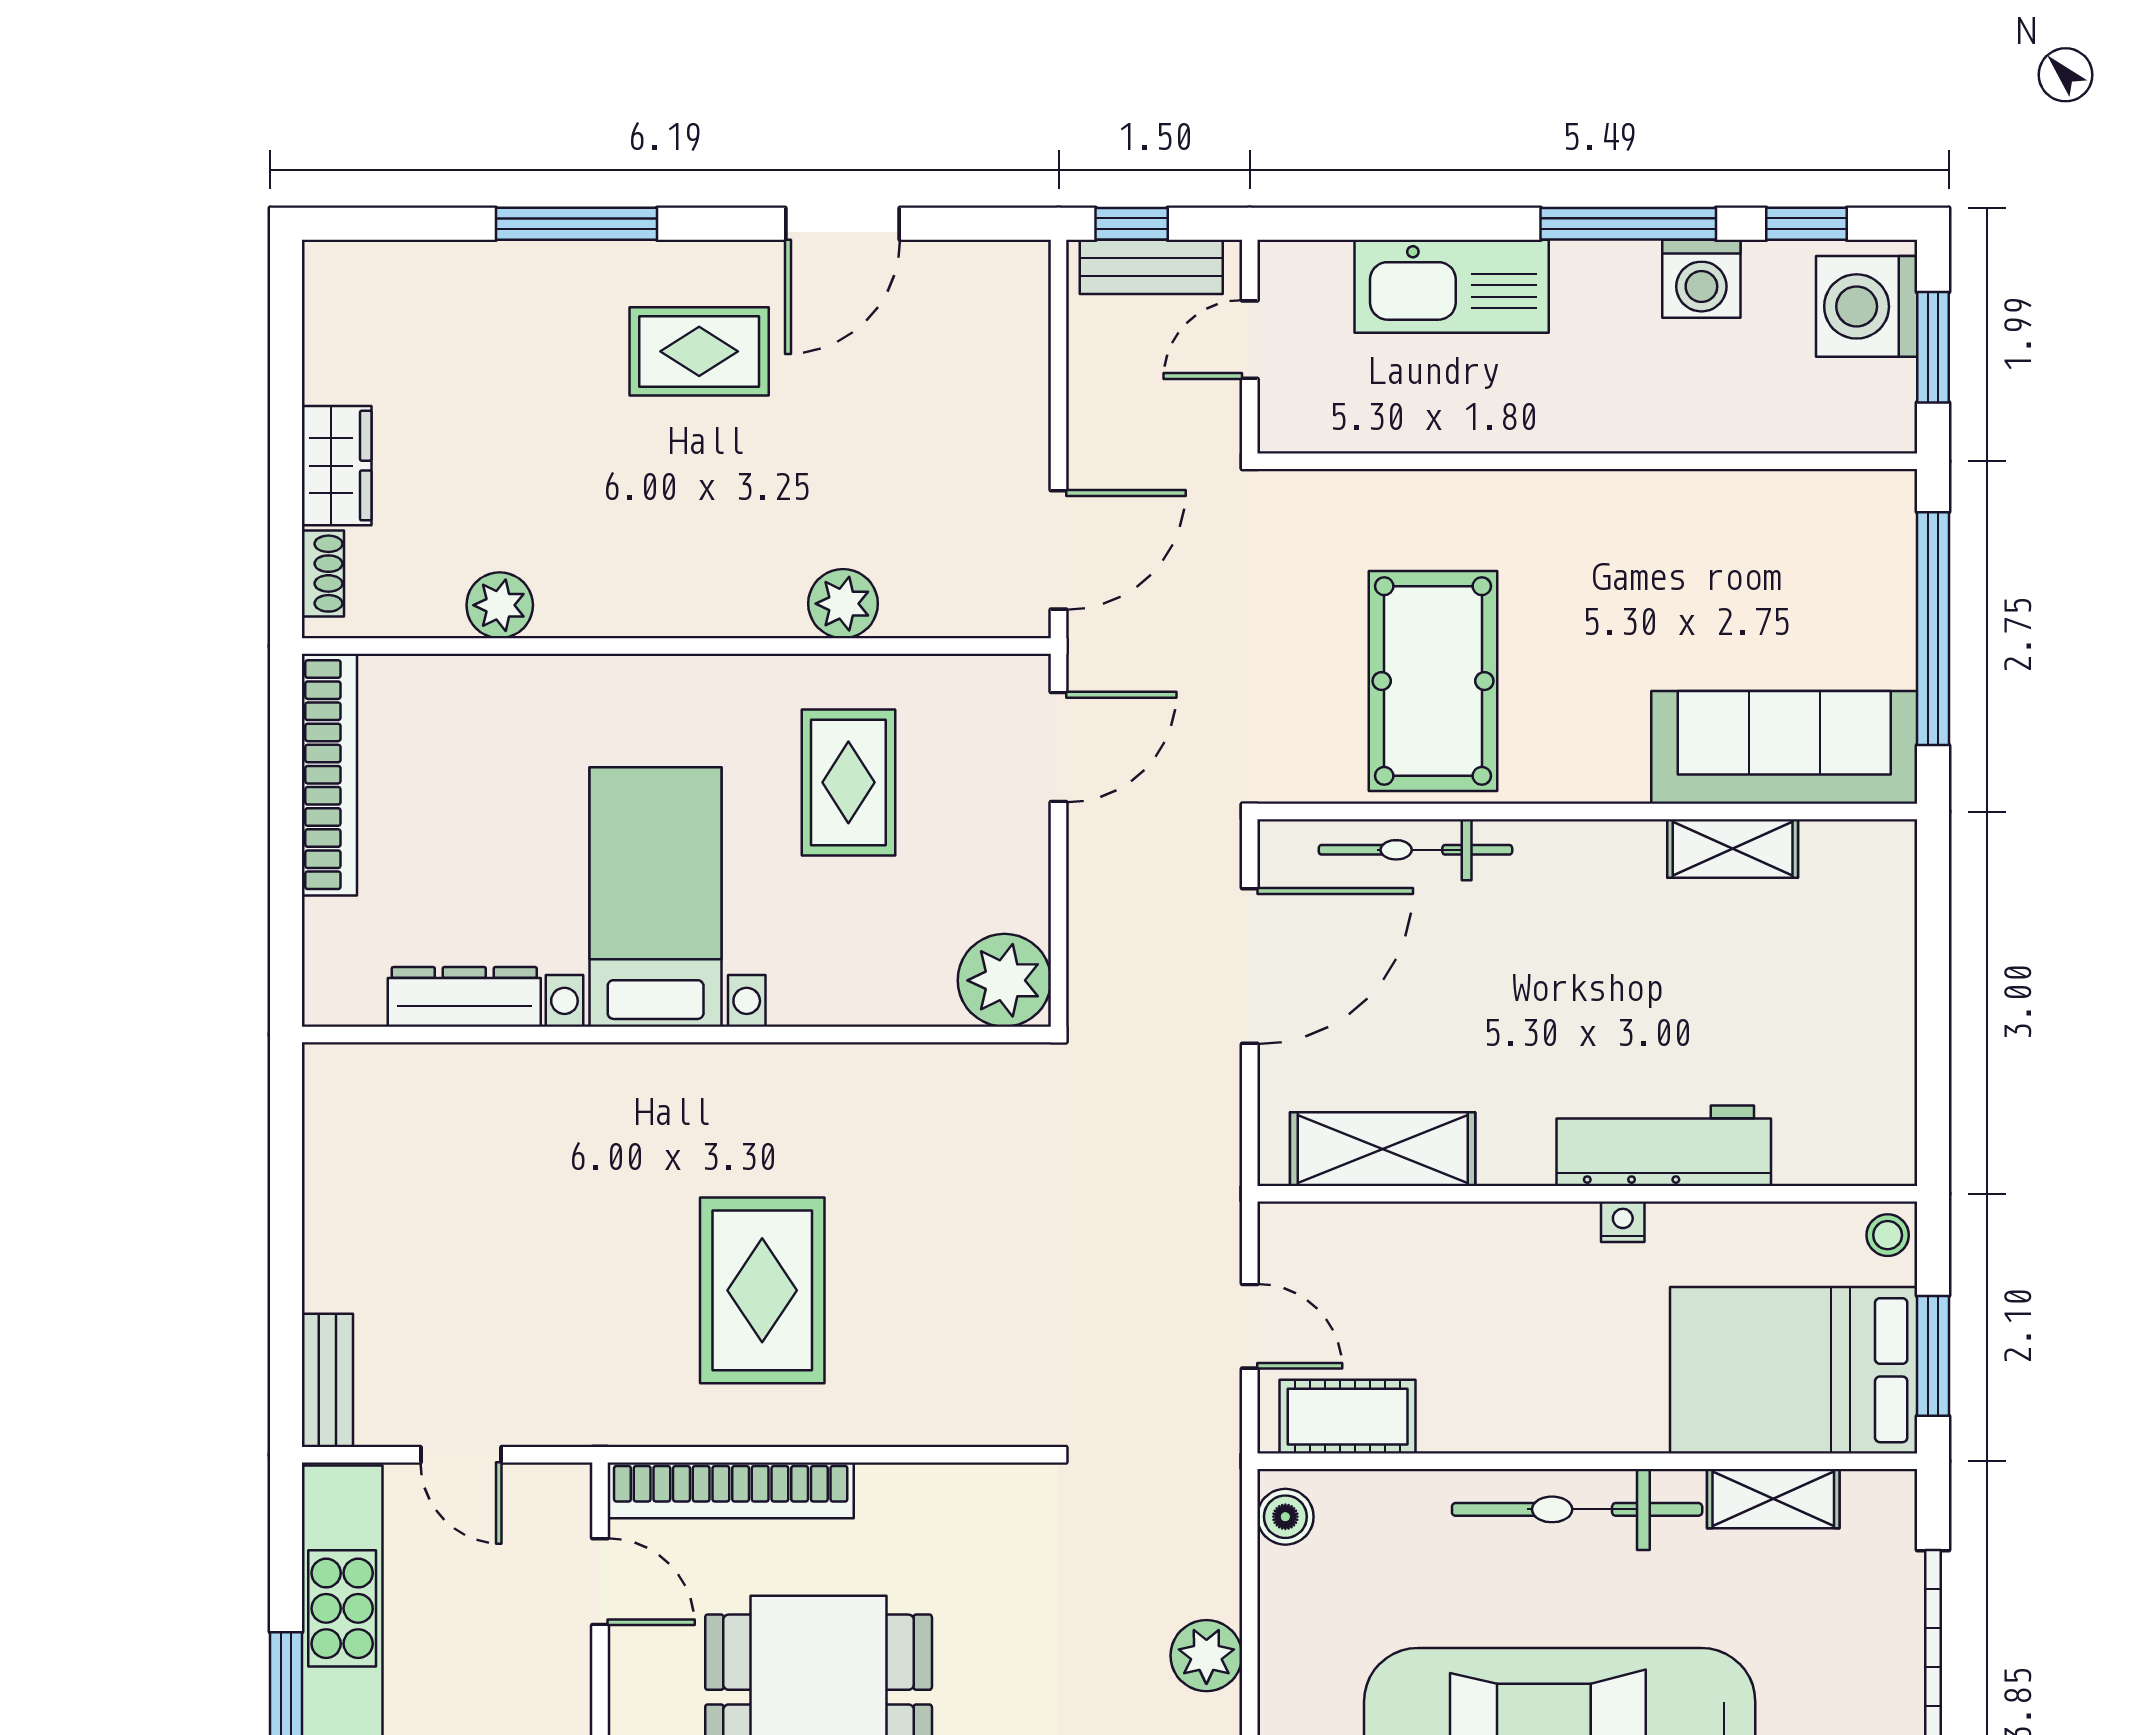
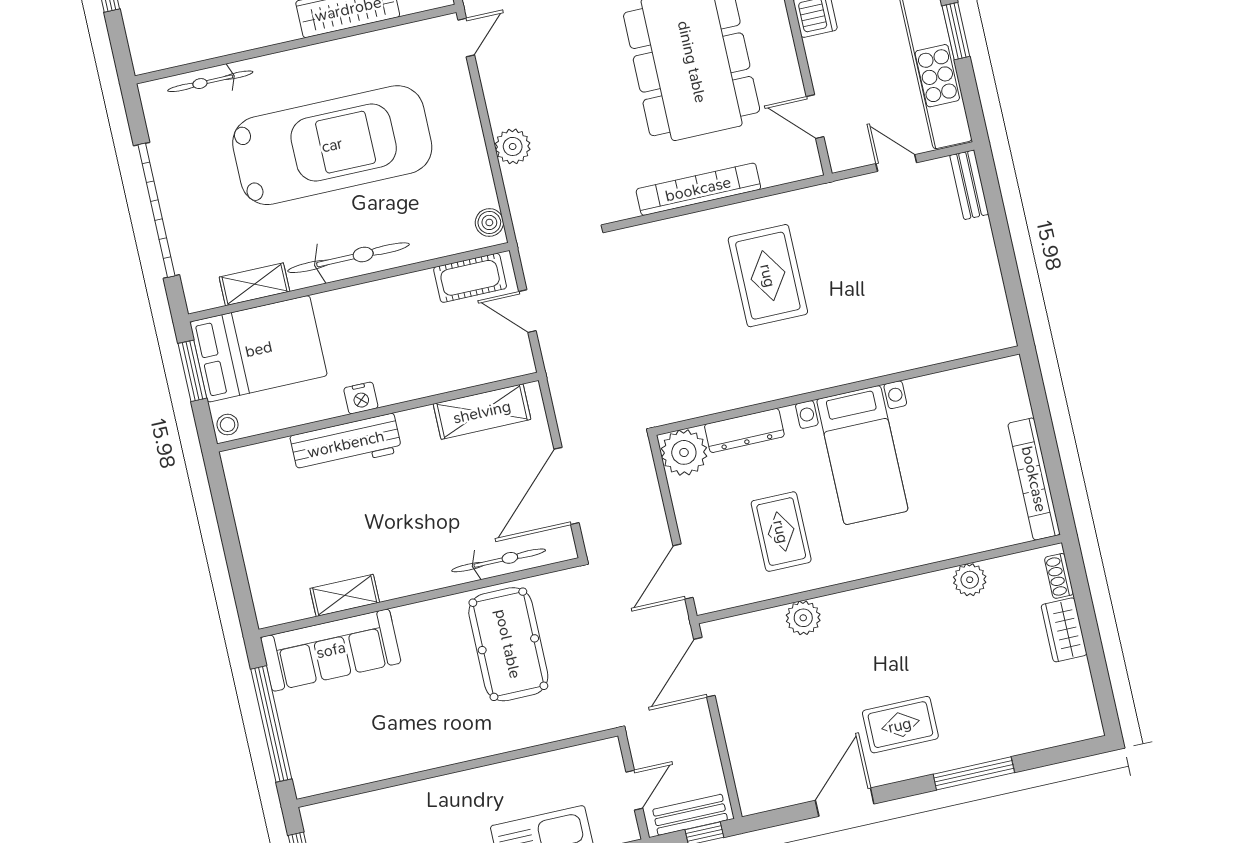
dresser: (464, 997) -> (744, 430), moved
nightstand: (1623, 1222) -> (361, 398), width x1.39, depth x1.35
bookcase: (731, 1490) -> (698, 189), moved

